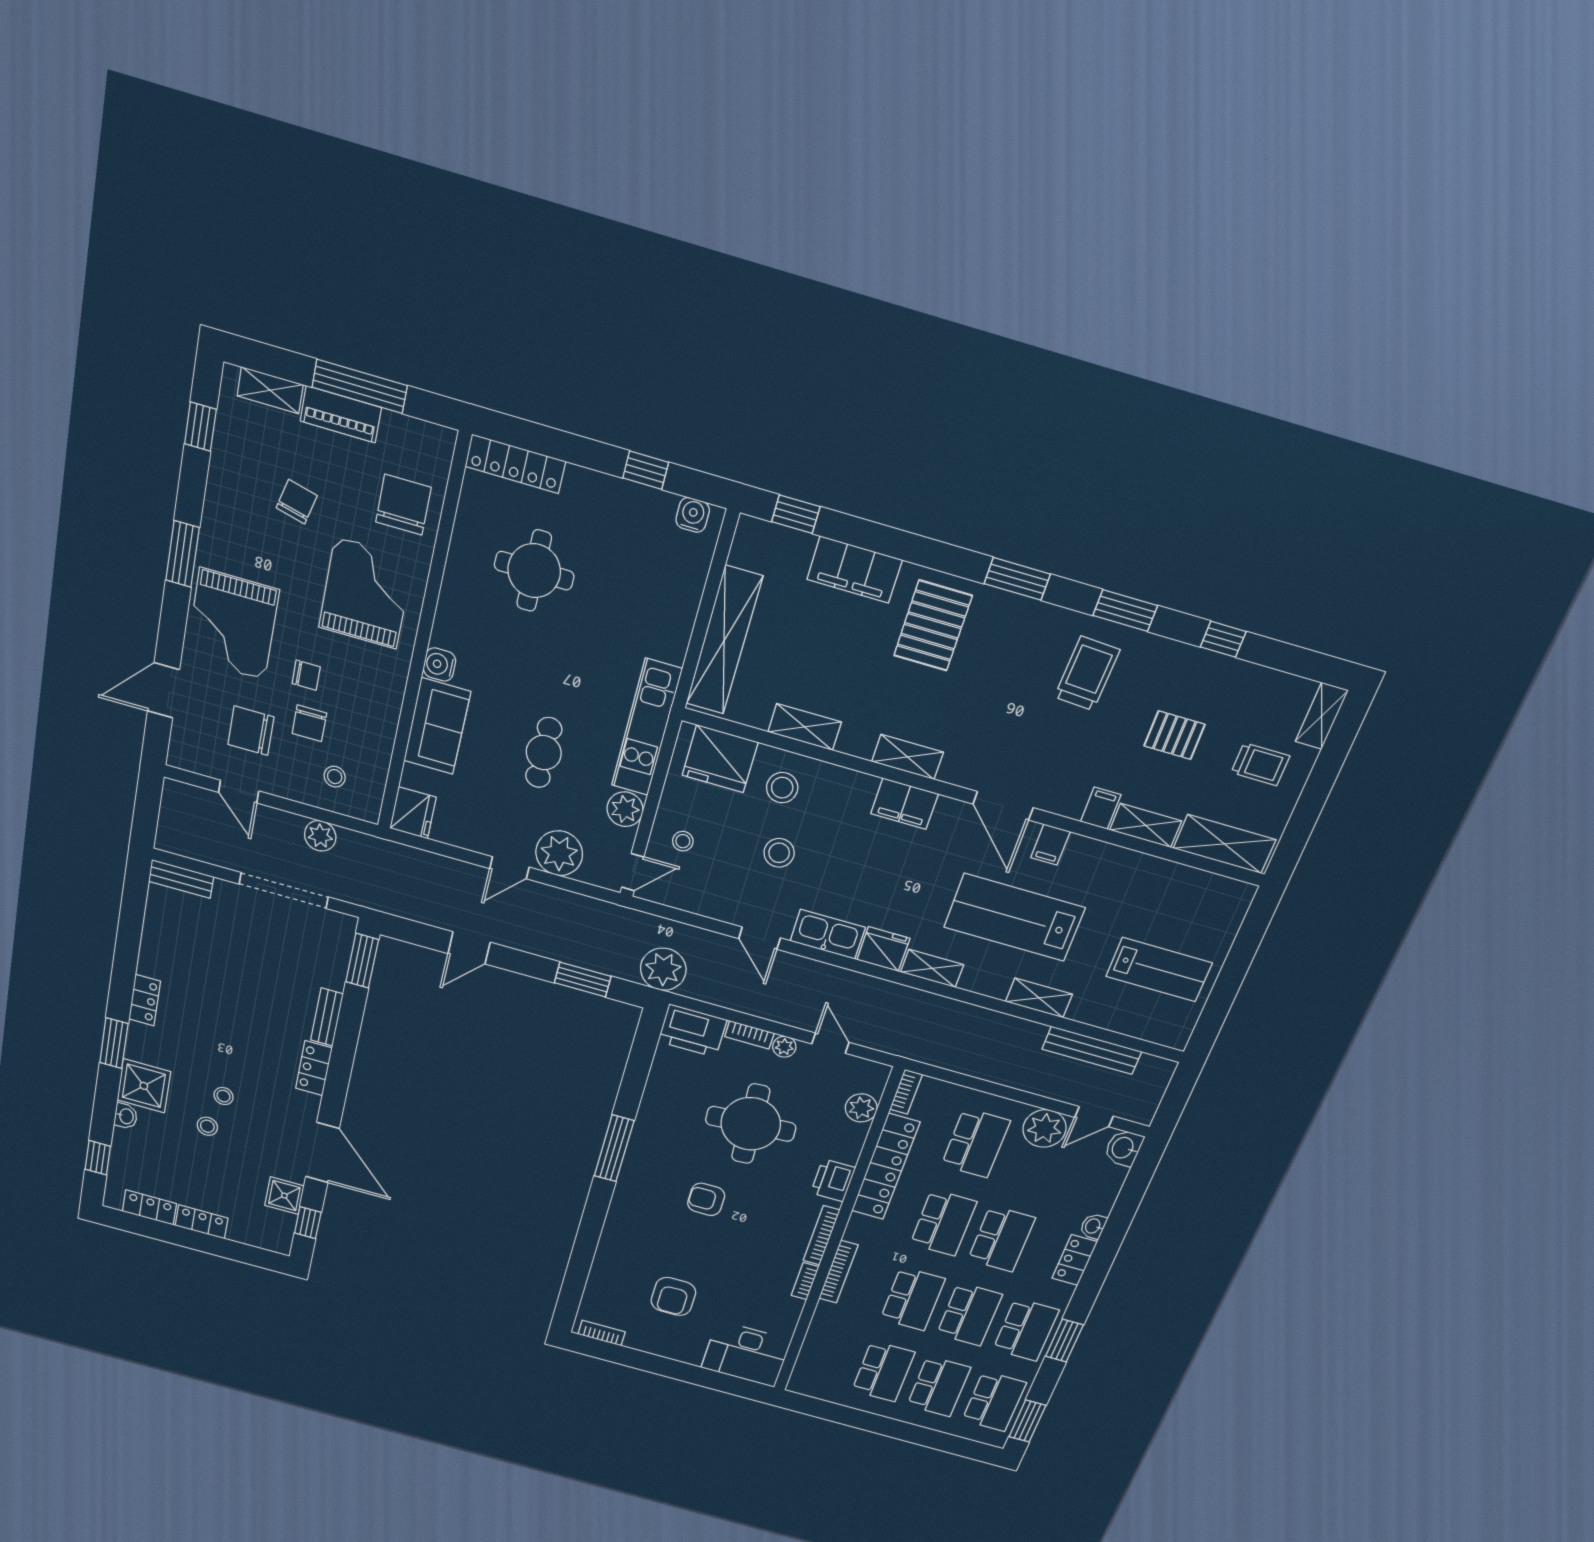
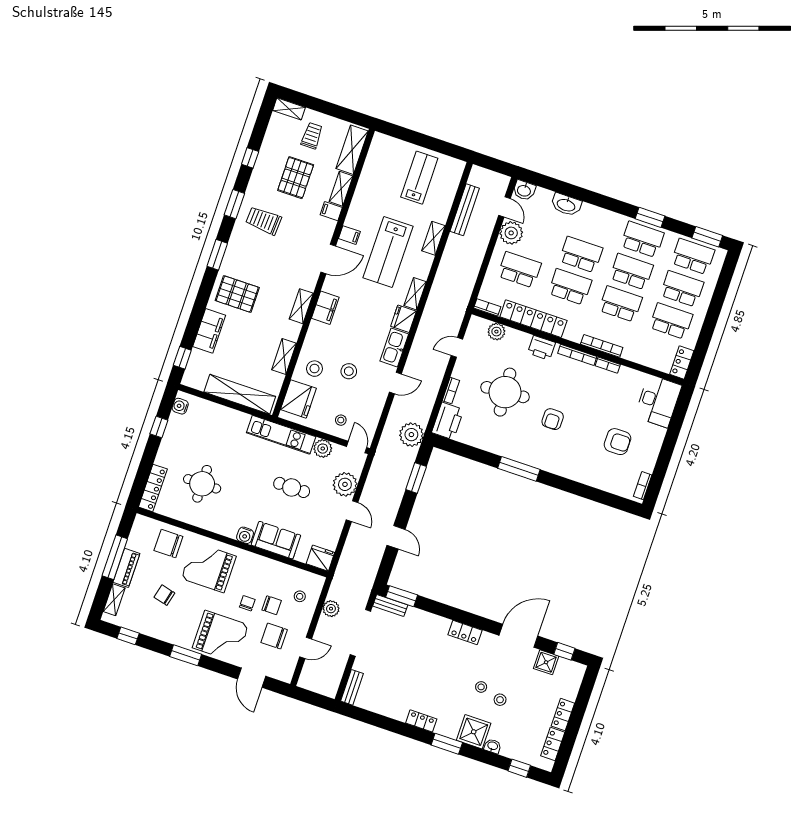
chair: (251, 731) -> (274, 636), turned 90
pallet: (1174, 735) -> (296, 178), width x1.50, depth x1.42
bench: (327, 1017) -> (390, 606), moved
plant: (784, 1047) -> (458, 372), removed
washbasin: (1093, 1226) -> (566, 205), width x1.91, depth x1.45
locker: (1075, 1260) -> (682, 363), moved, turned 90

